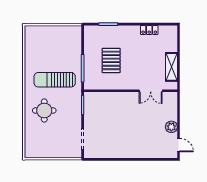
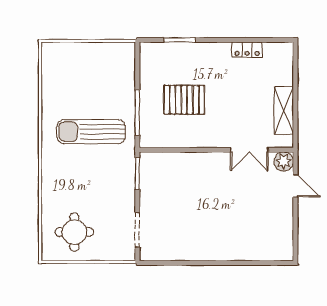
pallet: (111, 60) -> (184, 100), turned 90
round table: (44, 111) -> (74, 232), moved
plant: (171, 127) -> (284, 162), moved
door: (178, 145) -> (295, 186), moved

